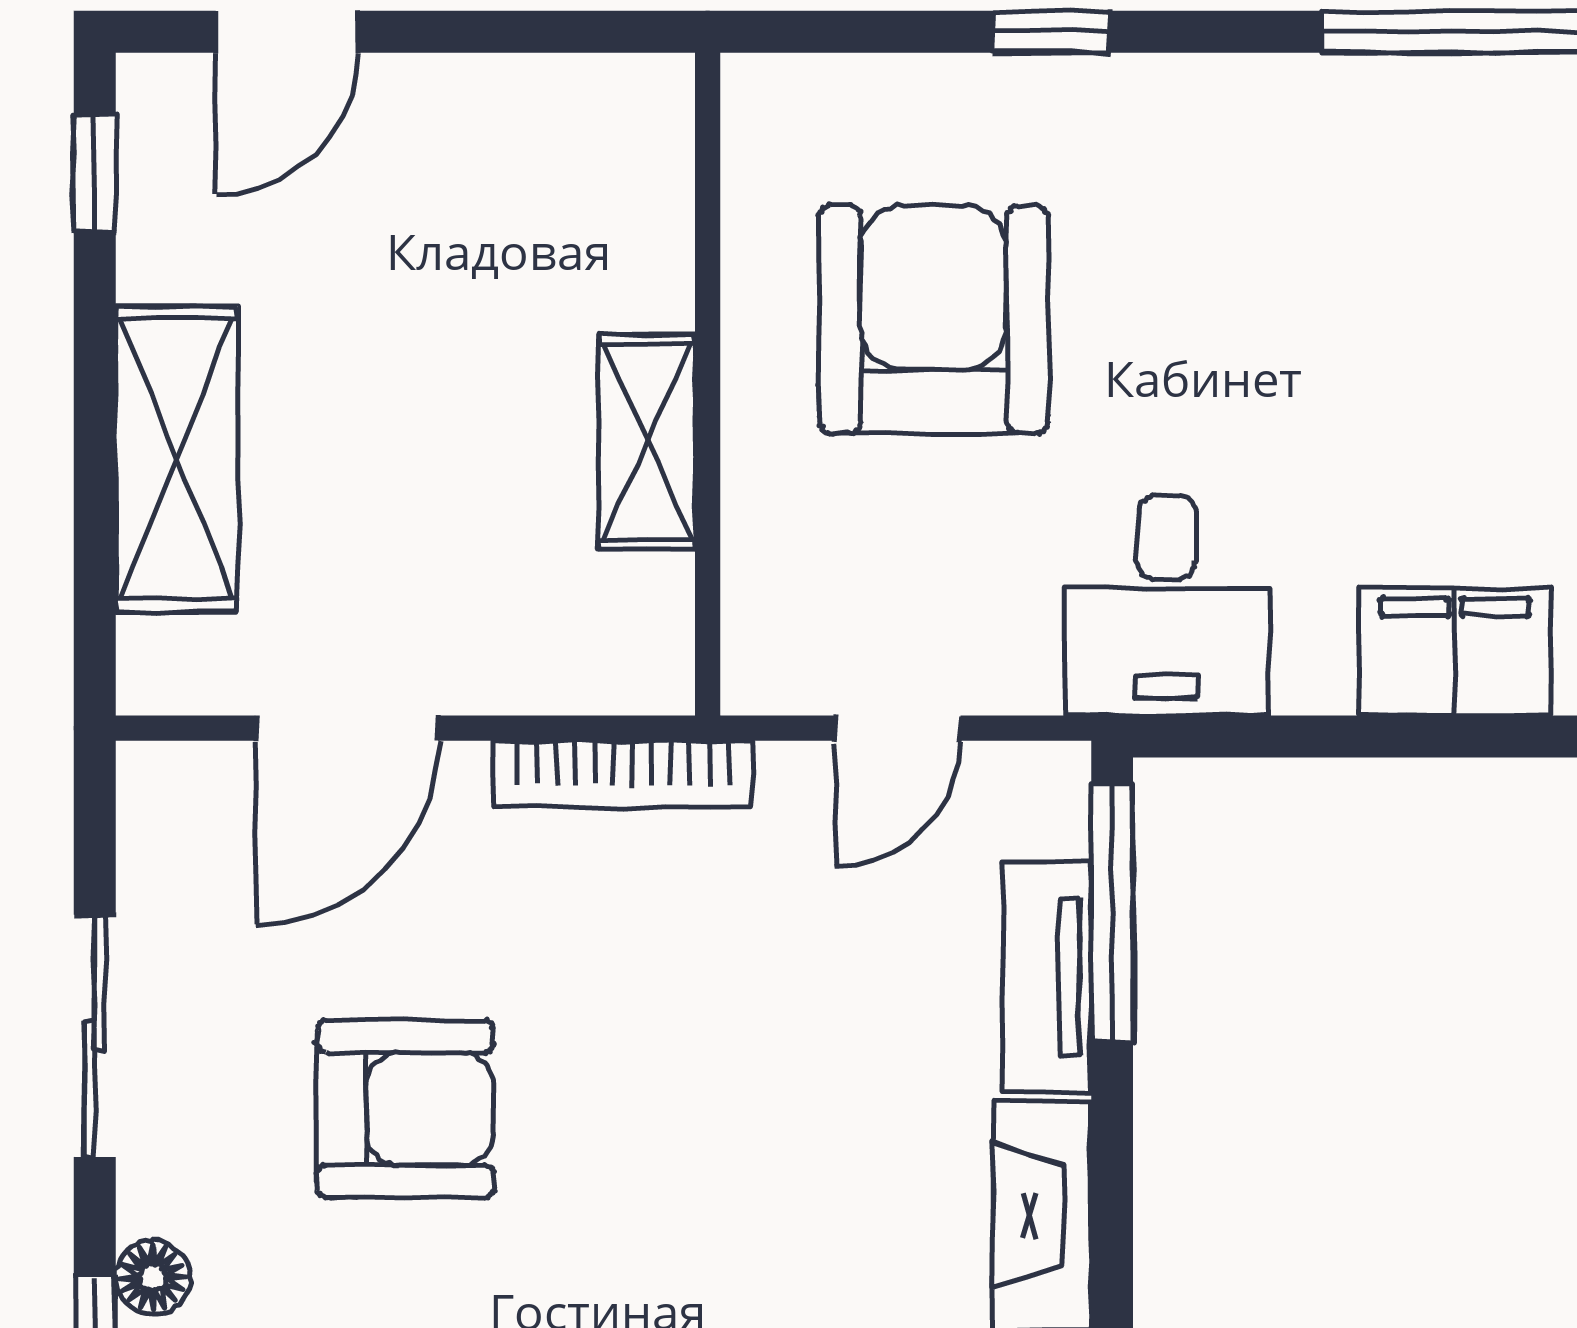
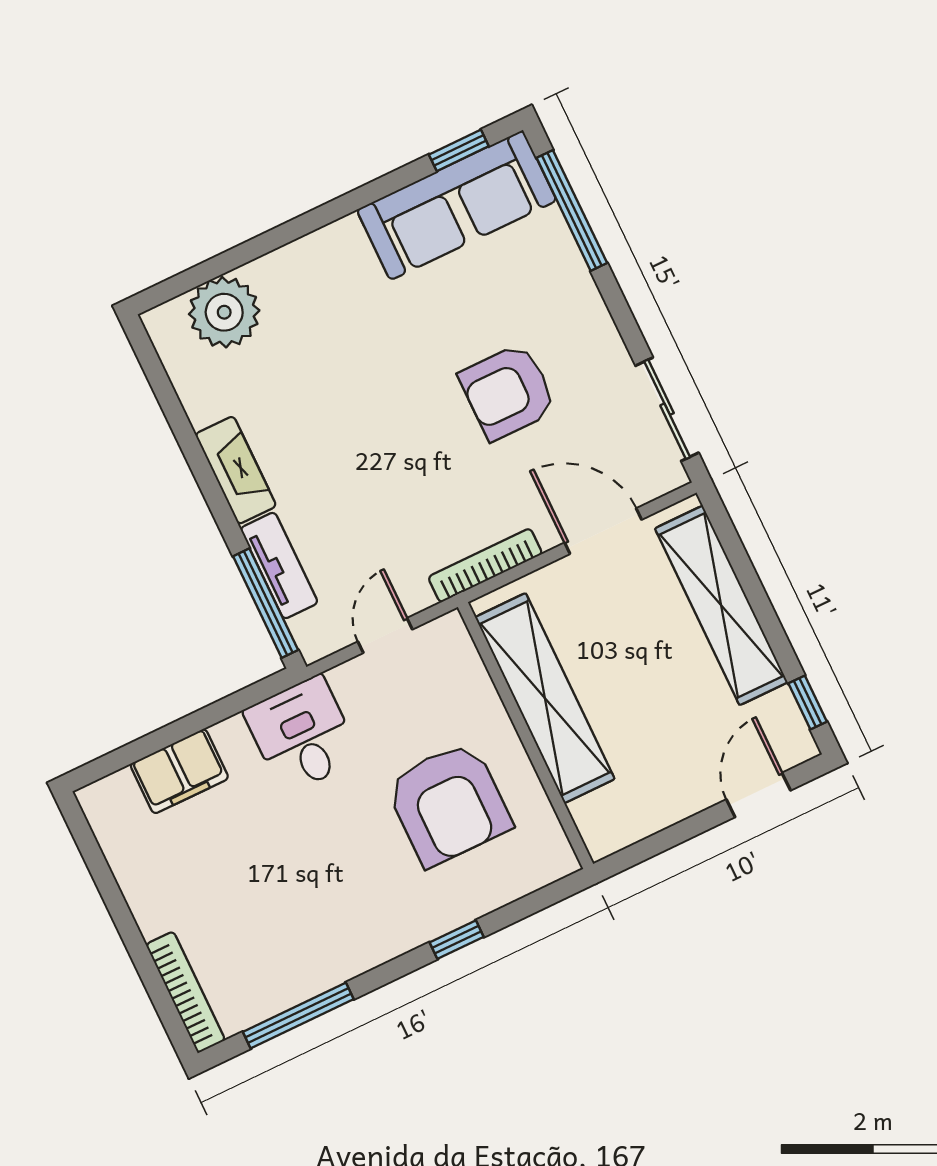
shelving: (647, 442) -> (545, 698), width x2.20, depth x1.33
shelving: (177, 459) -> (721, 605), width x1.47
door: (347, 728) -> (603, 531), hinge flipped
sliding door: (95, 1036) -> (667, 409), moved
floor lamp: (153, 1277) -> (576, 277), removed

